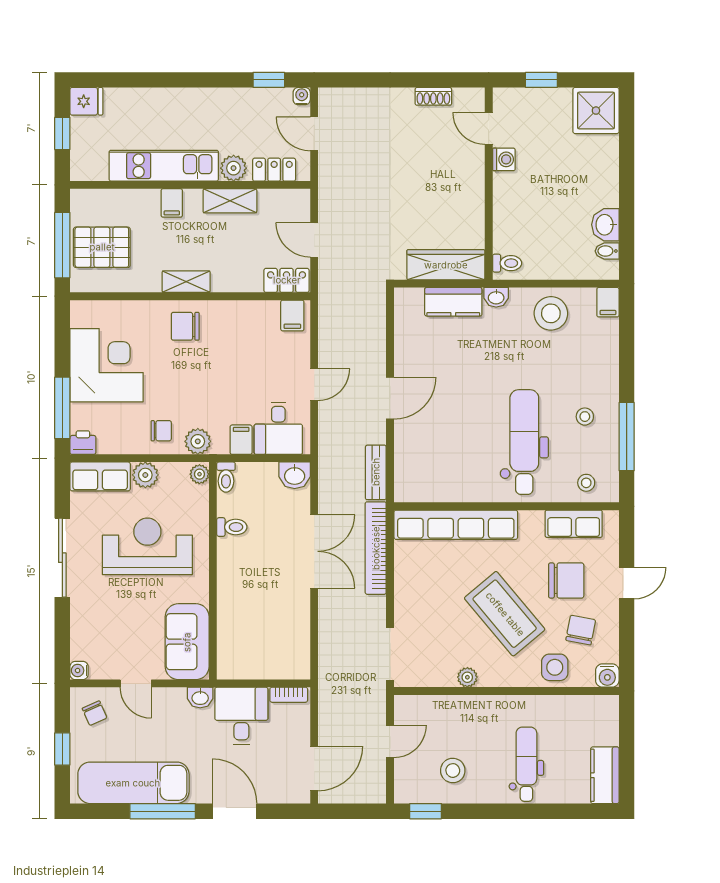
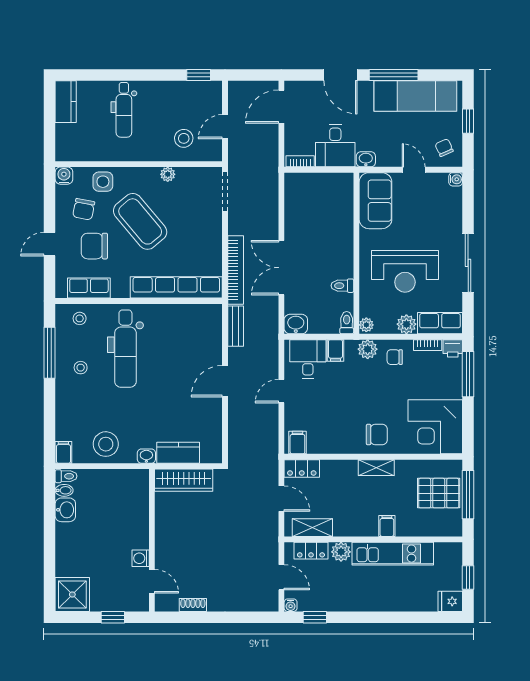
shelving: (230, 201) -> (312, 528), moved
toilet: (507, 263) -> (66, 476), moved, turned 180
corner desk: (107, 365) -> (435, 427), moved
bookcase: (117, 447) -> (428, 345), added
stool: (453, 771) -> (184, 138), moved

